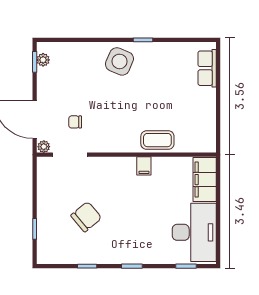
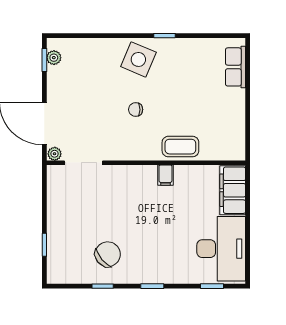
chair: (75, 122) -> (136, 110), moved
chair: (86, 217) -> (108, 254), moved

